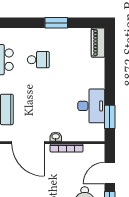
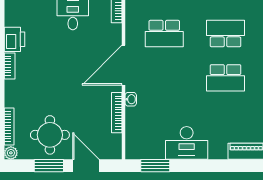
school desk: (38, 60) -> (226, 78), width x1.85
desk: (91, 106) -> (187, 143), moved

